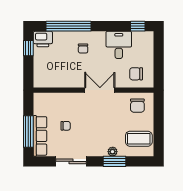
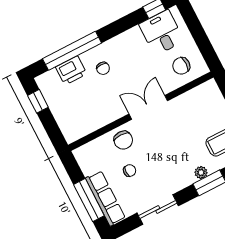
printer: (43, 39) -> (71, 71), moved
desk: (119, 45) -> (162, 33), moved
chair: (137, 106) -> (123, 140), moved

